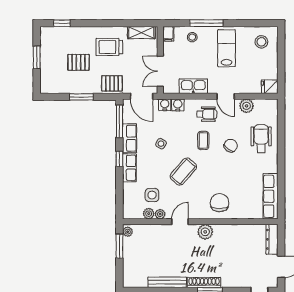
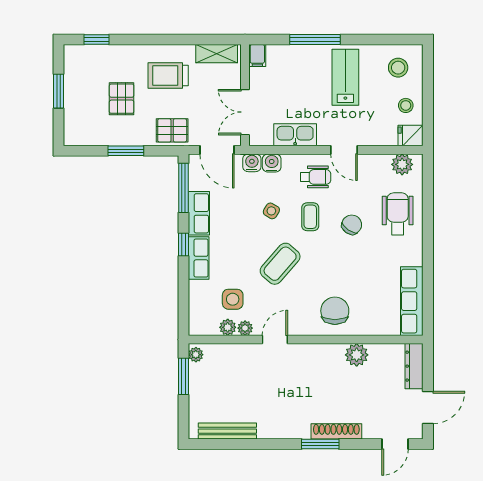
stool: (192, 37) -> (406, 105), moved
pallet: (78, 62) -> (122, 99), turned 90
plant: (246, 106) -> (402, 164), moved
side table: (161, 144) -> (271, 211), moved
plant: (205, 232) -> (357, 355), moved
bench: (167, 282) -> (227, 431), moved
shoe rack: (204, 282) -> (336, 431), moved

